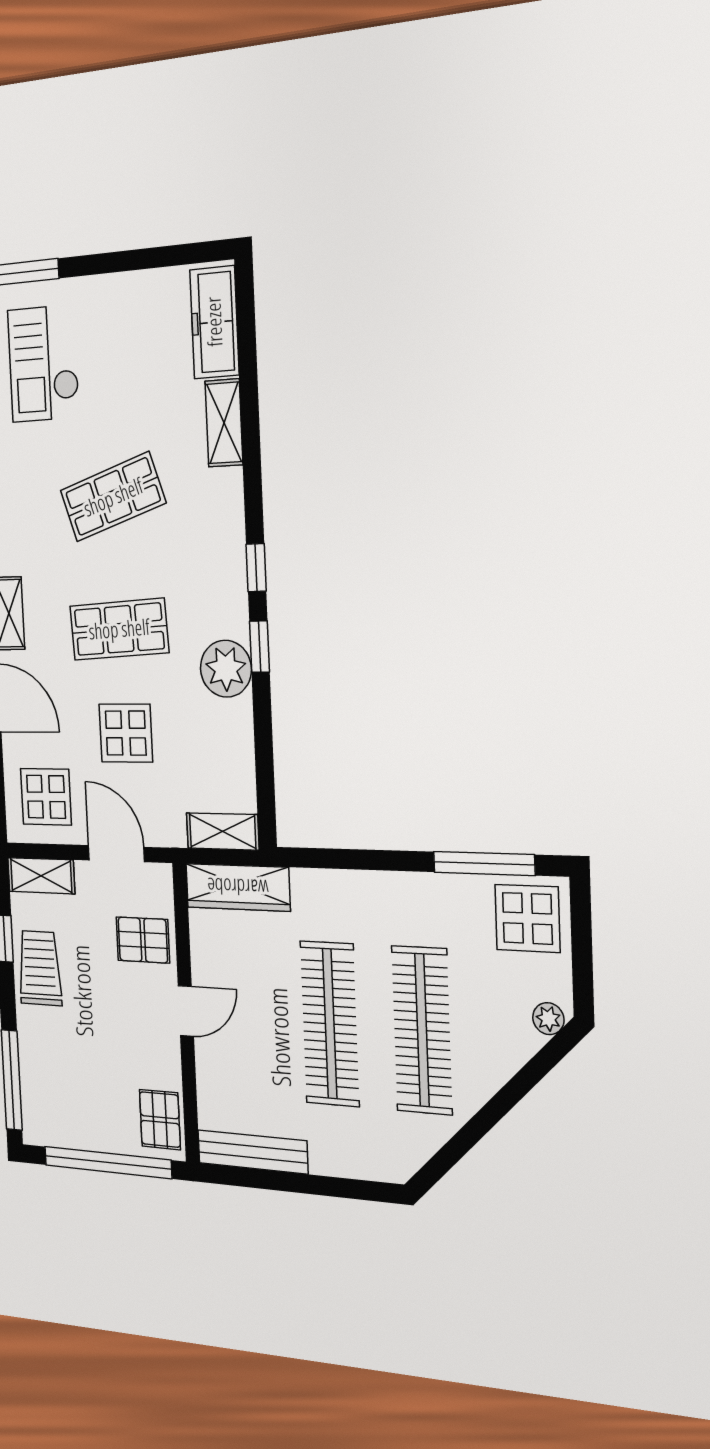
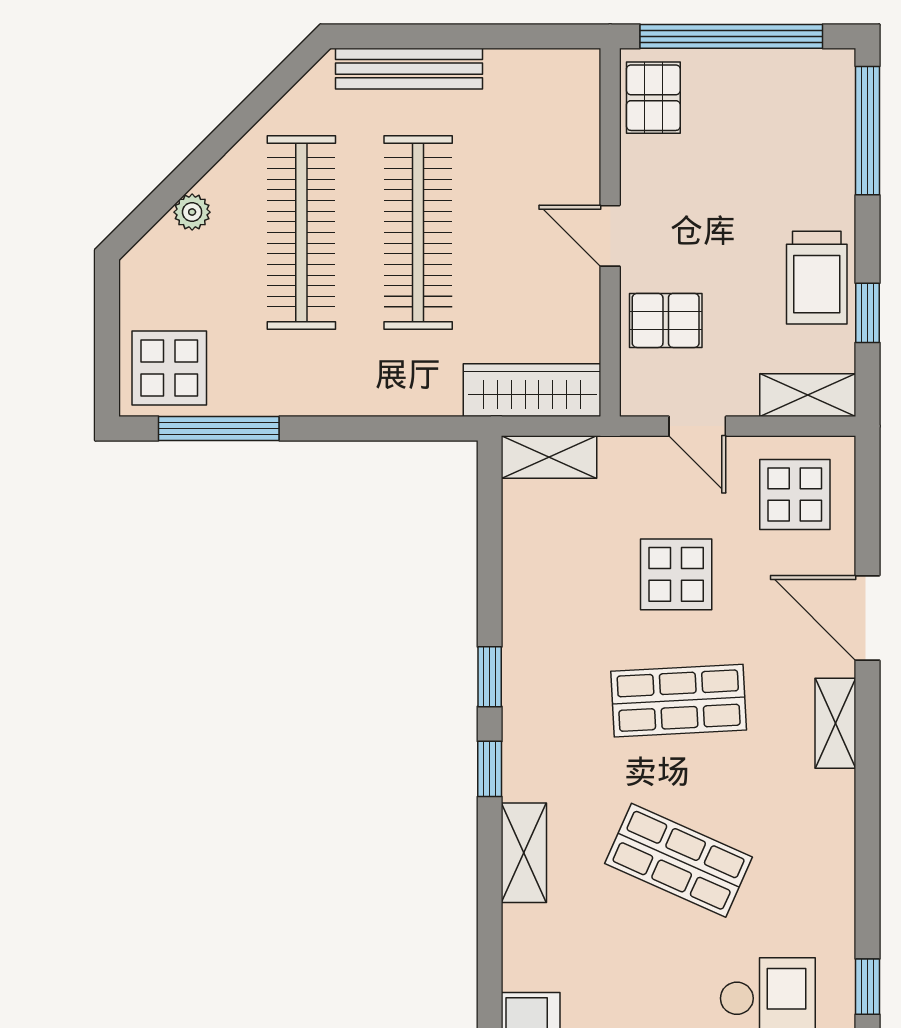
shelving: (224, 423) -> (524, 853), moved
shop shelf: (113, 497) -> (679, 860), turned 42
plant: (226, 669) -> (535, 651), removed
door: (116, 854) -> (697, 426), width x0.73
door: (186, 1011) -> (610, 236), hinge flipped
plant: (548, 1019) -> (192, 212), moved
bench: (252, 1152) -> (409, 69), moved

